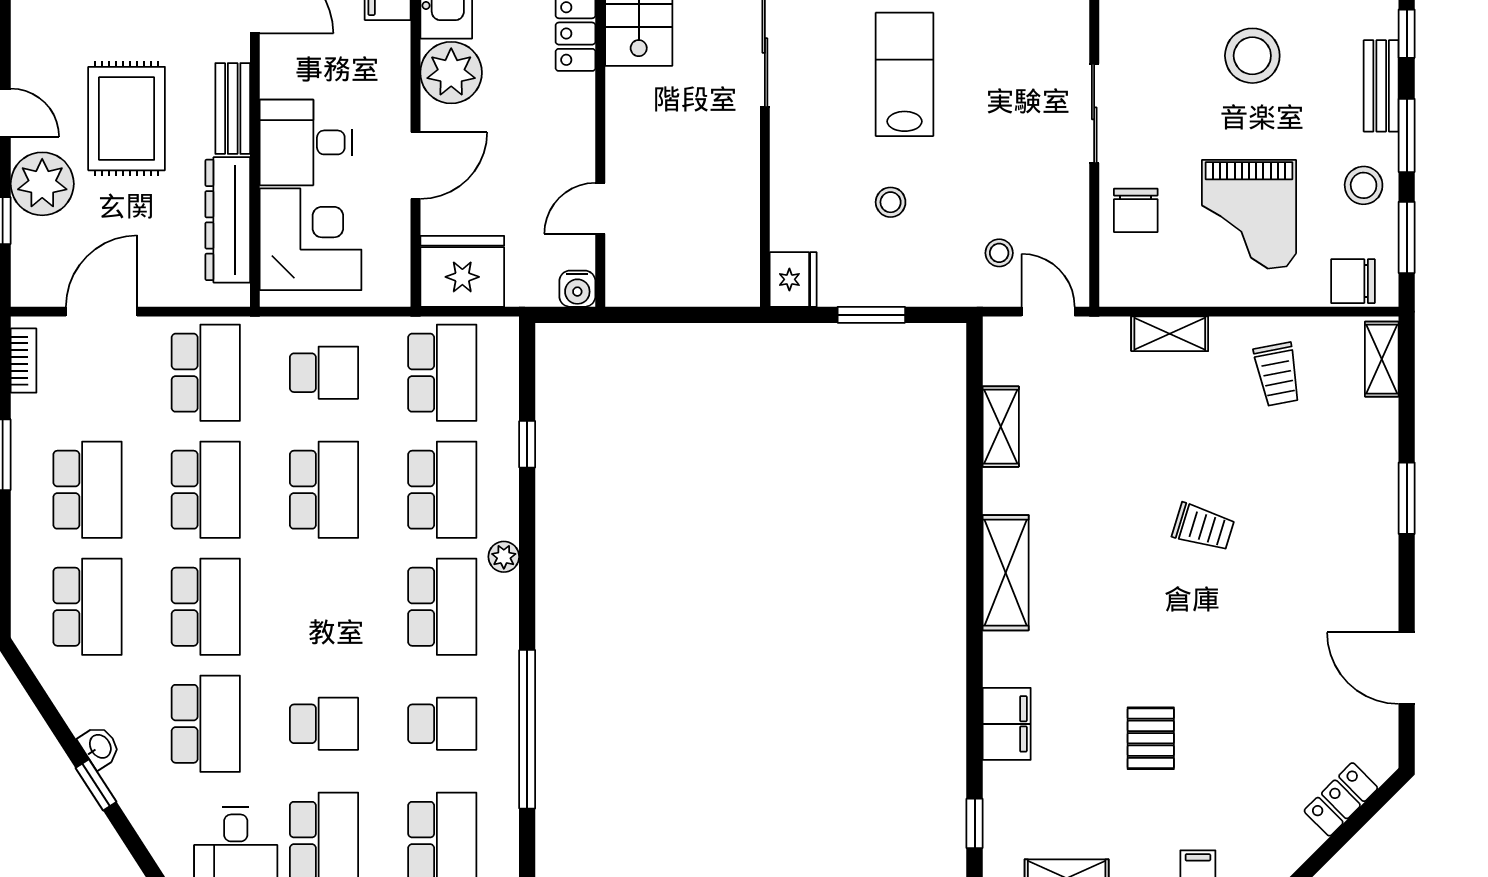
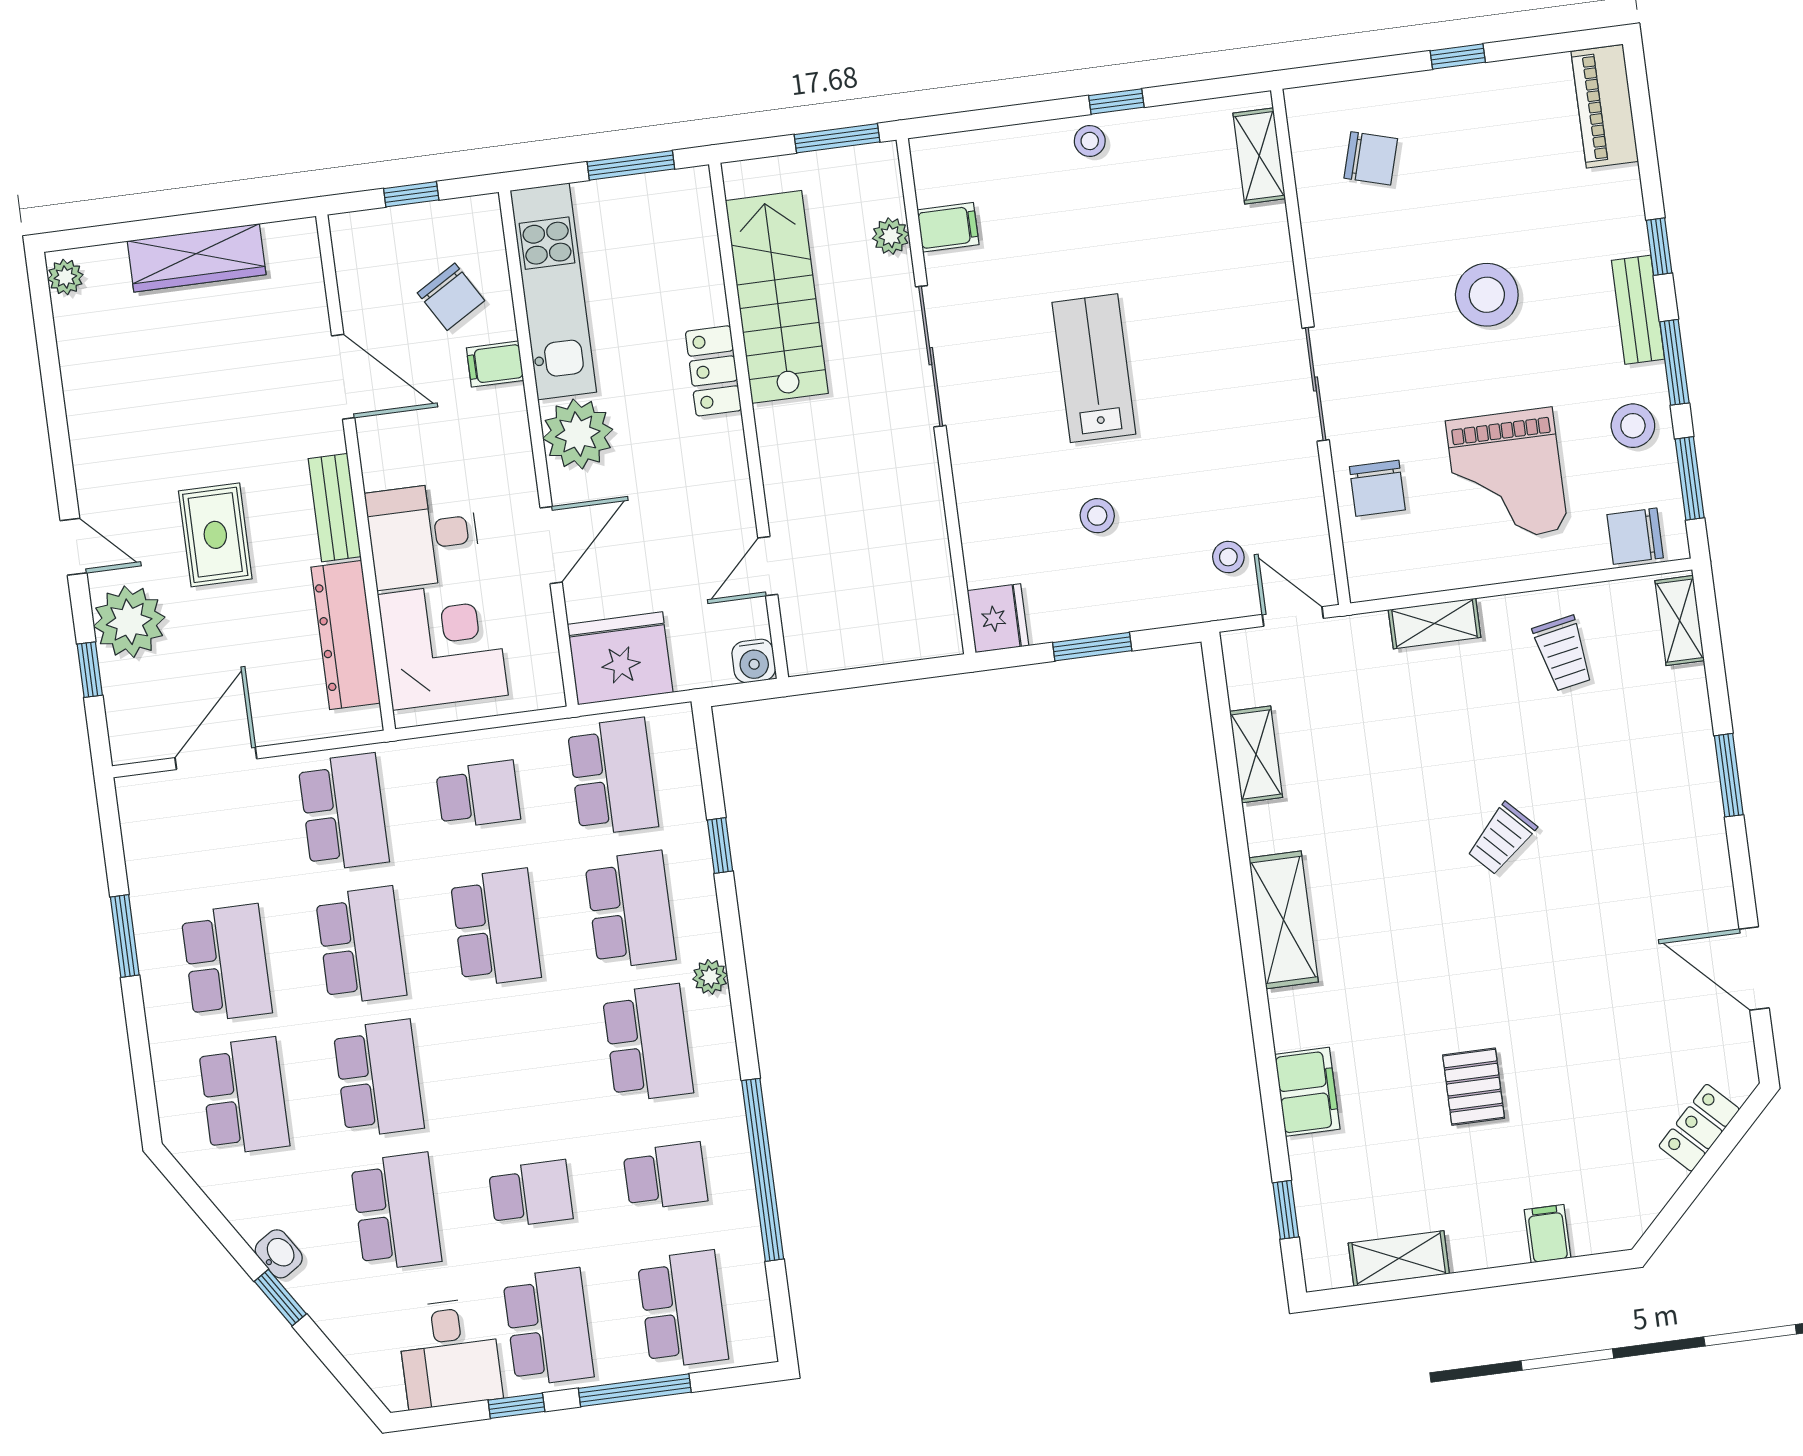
rug: (127, 119) -> (215, 535), width x0.73, depth x0.70
bookcase: (24, 361) -> (134, 826), removed
trolley: (1203, 527) -> (1502, 839), turned 119

